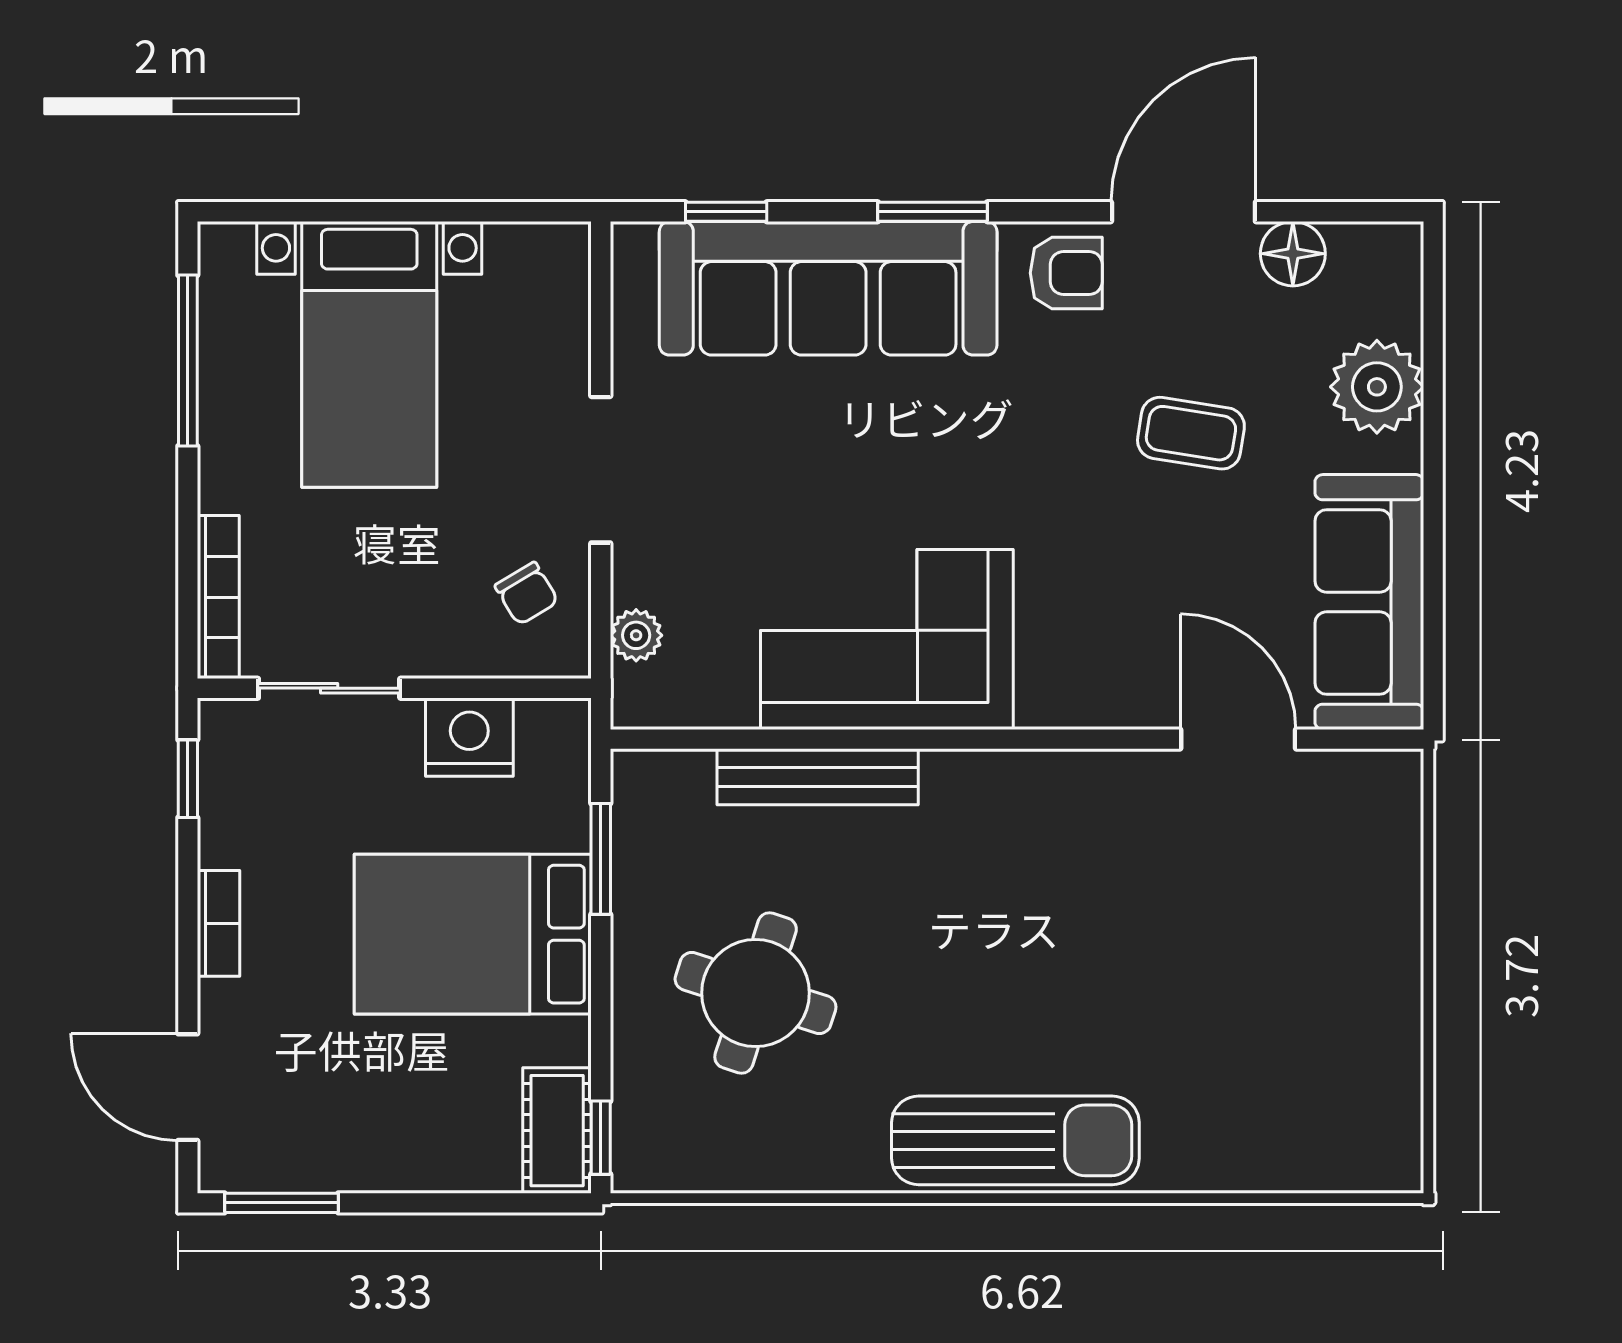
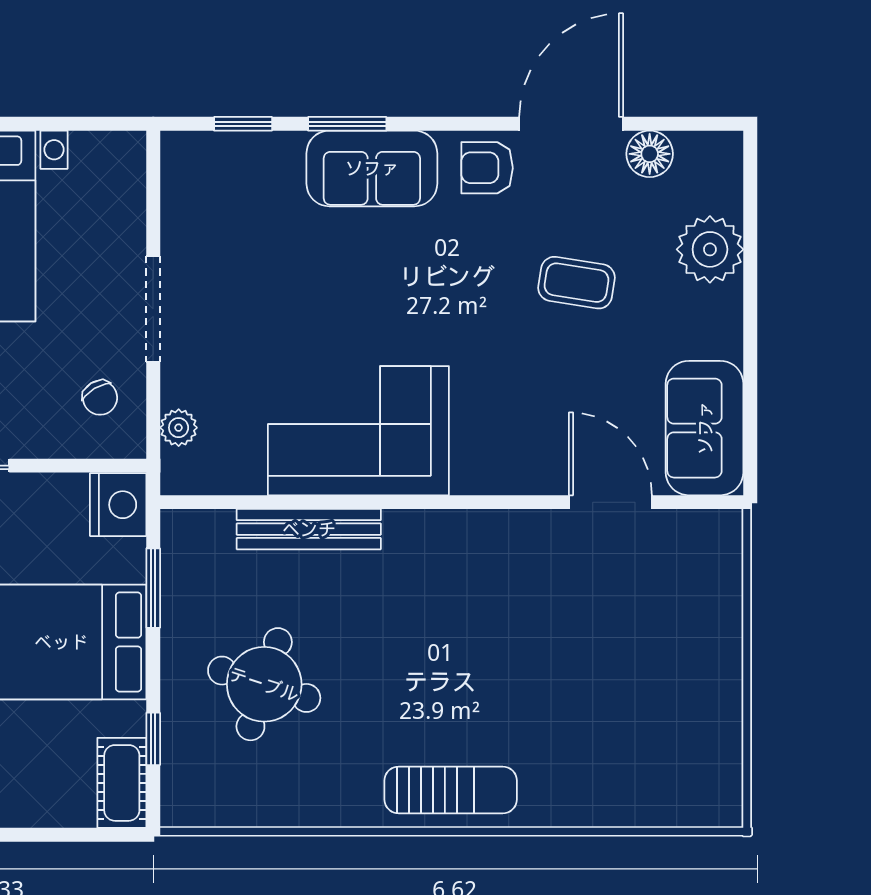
window: (932, 212) -> (347, 124), moved
armchair: (1066, 273) -> (487, 168), turned 180
sofa: (828, 288) -> (372, 168), width x0.54, depth x0.79
sofa: (1369, 602) -> (705, 428), width x0.73
nightstand: (469, 737) -> (118, 505), moved, turned 90
window: (601, 1138) -> (153, 739), moved
sun lounger: (1015, 1140) -> (451, 790), width x0.73, depth x0.75

